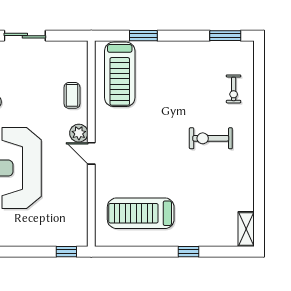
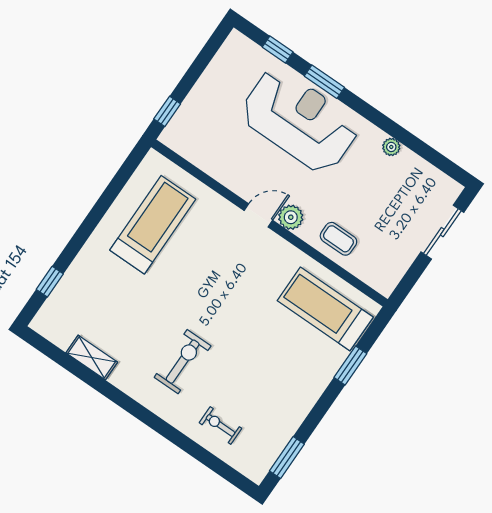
shelving: (246, 229) -> (92, 358), moved
window: (188, 252) -> (50, 282), moved

